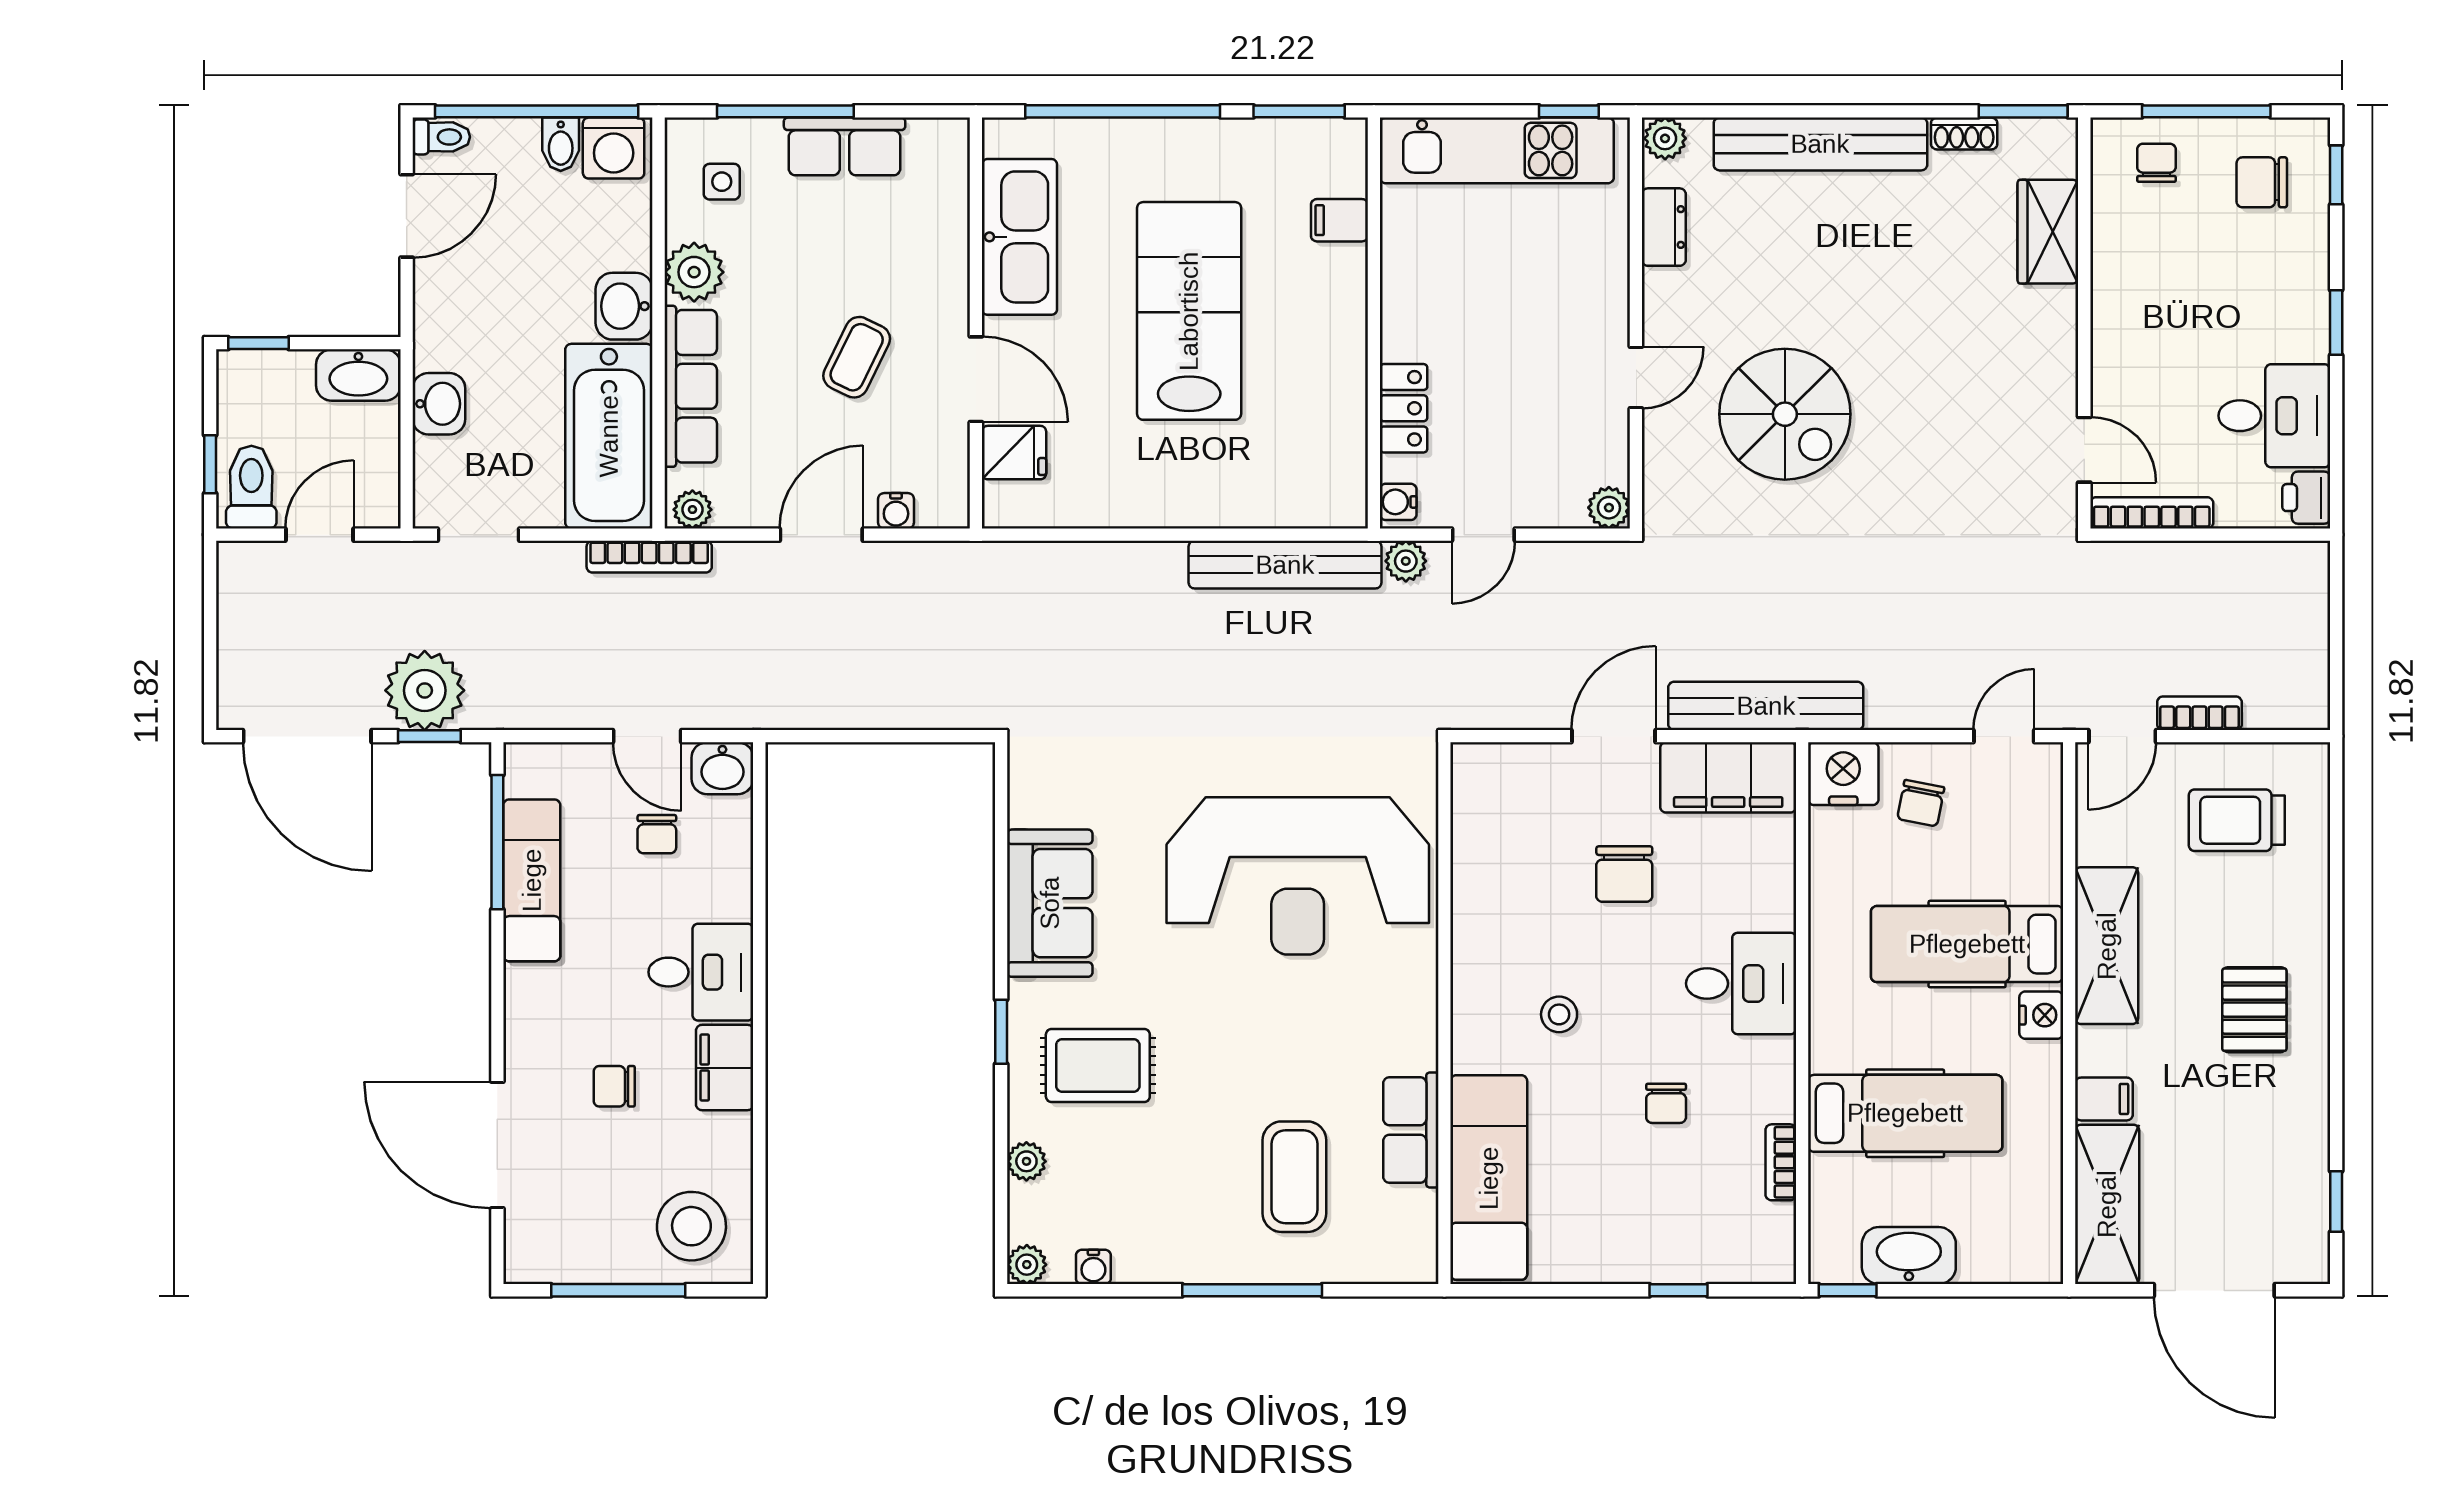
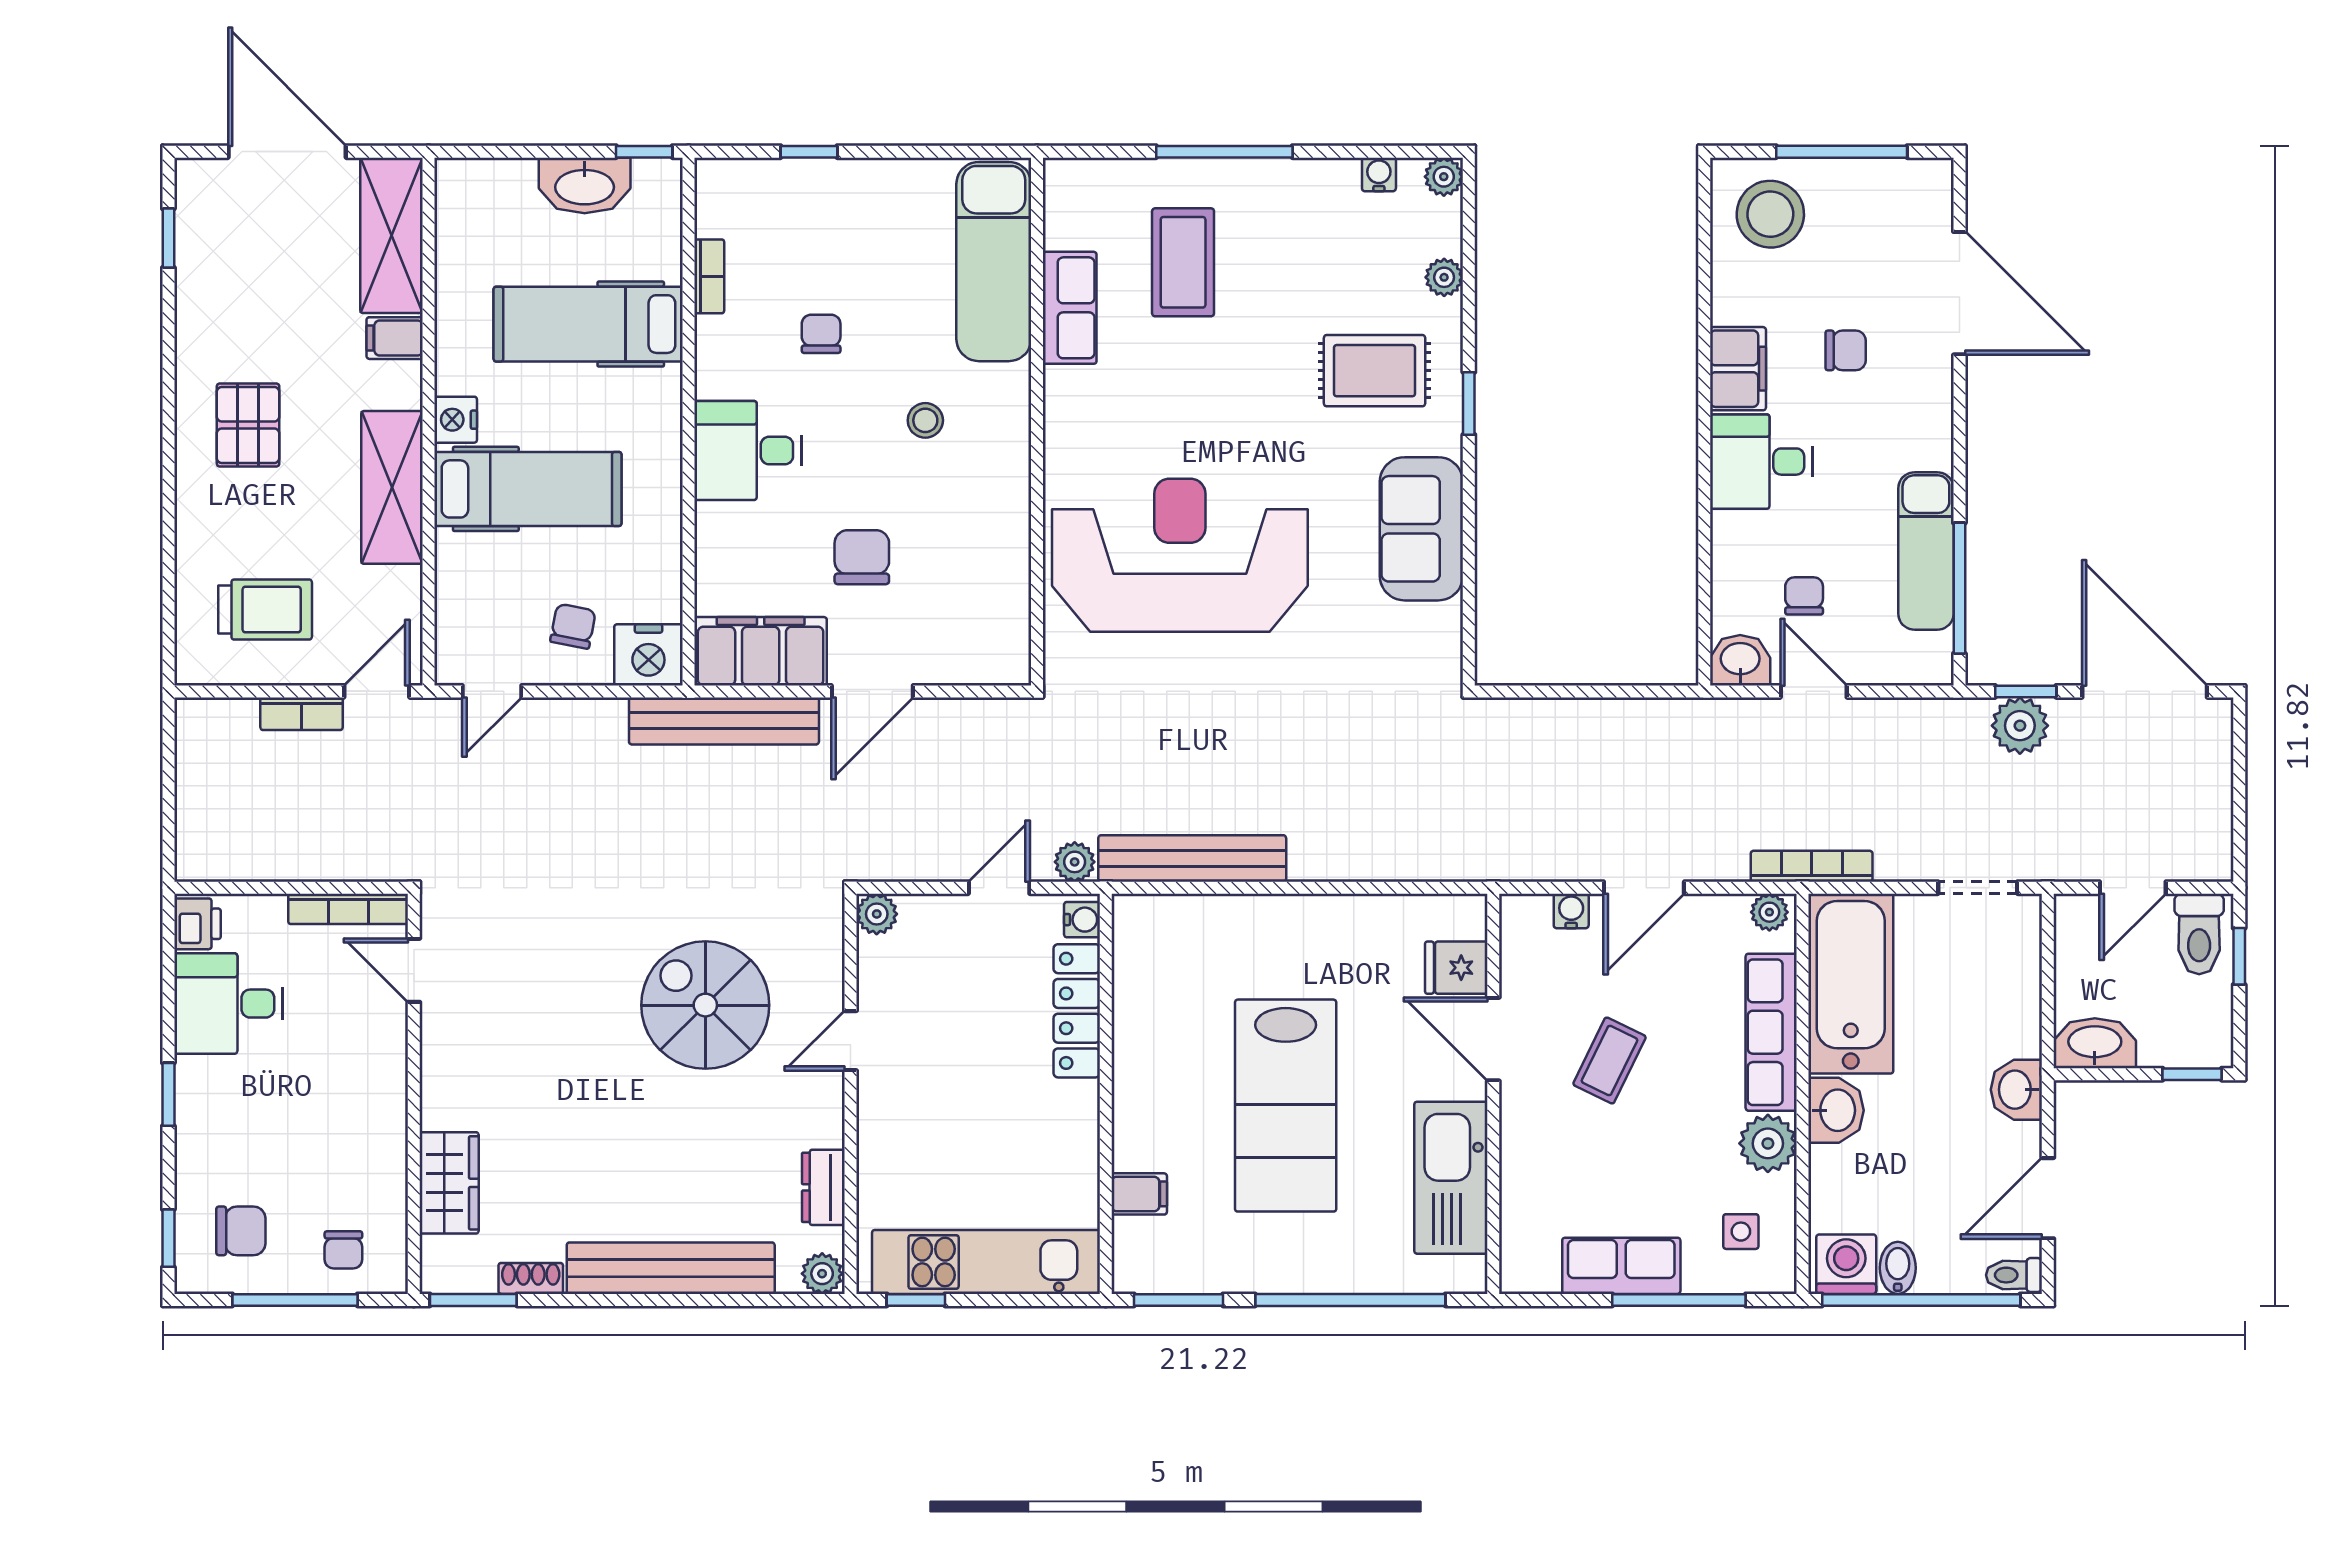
washbasin: (439, 404) -> (2016, 1090), moved
locker: (1404, 408) -> (1077, 1011), width x1.53
plant: (425, 690) -> (2020, 726), width x0.73, depth x0.73

